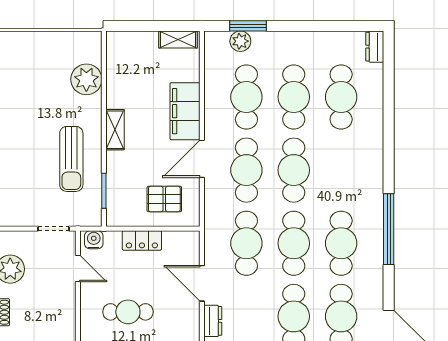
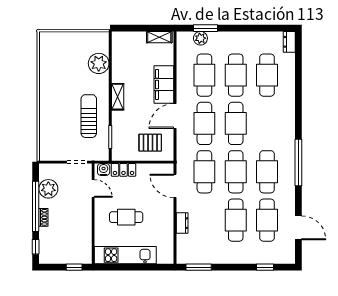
sun lounger: (71, 159) -> (89, 116), turned 180
locker: (142, 240) -> (123, 170), moved
door: (202, 283) -> (175, 186), moved

